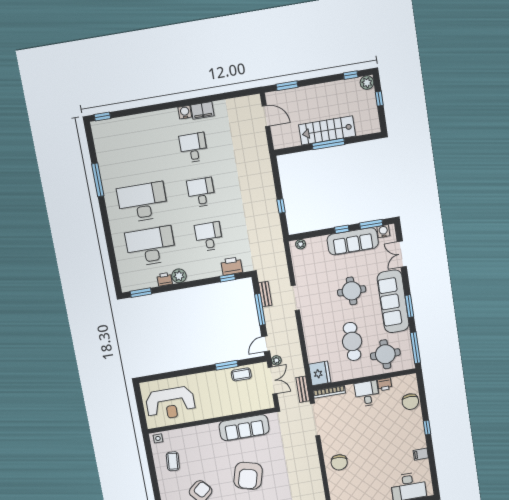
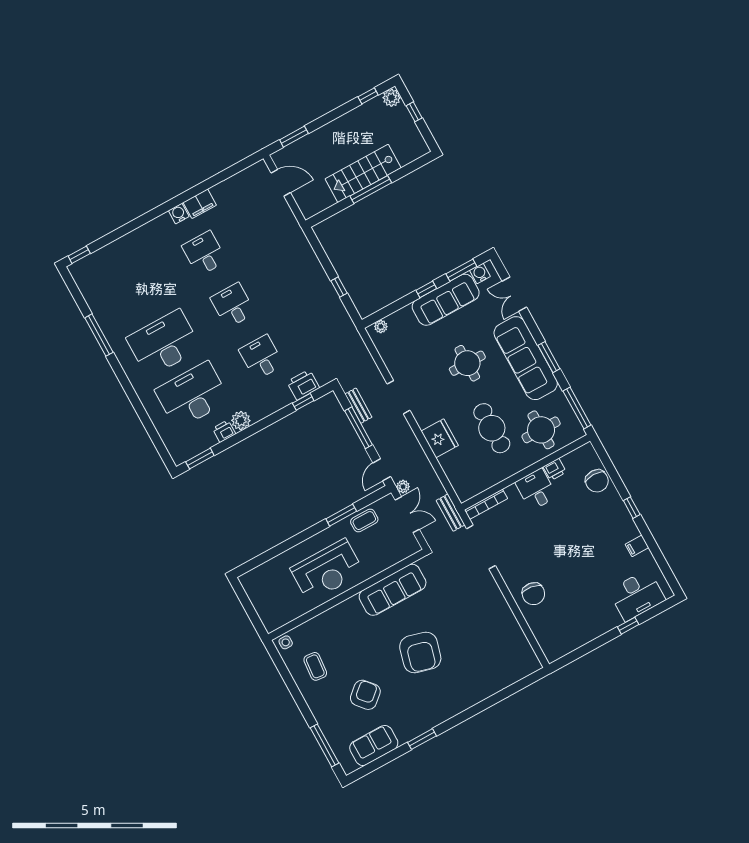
fridge: (320, 373) -> (440, 438), moved
reception desk: (170, 403) -> (327, 570), moved

